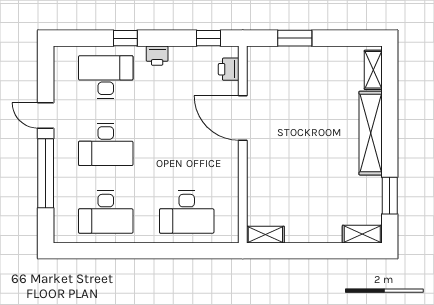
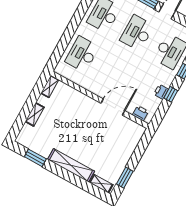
window: (209, 38) -> (171, 94), moved
window: (295, 38) -> (125, 178), moved
printer: (157, 56) -> (161, 92), moved
shelving: (362, 234) -> (35, 114), moved

